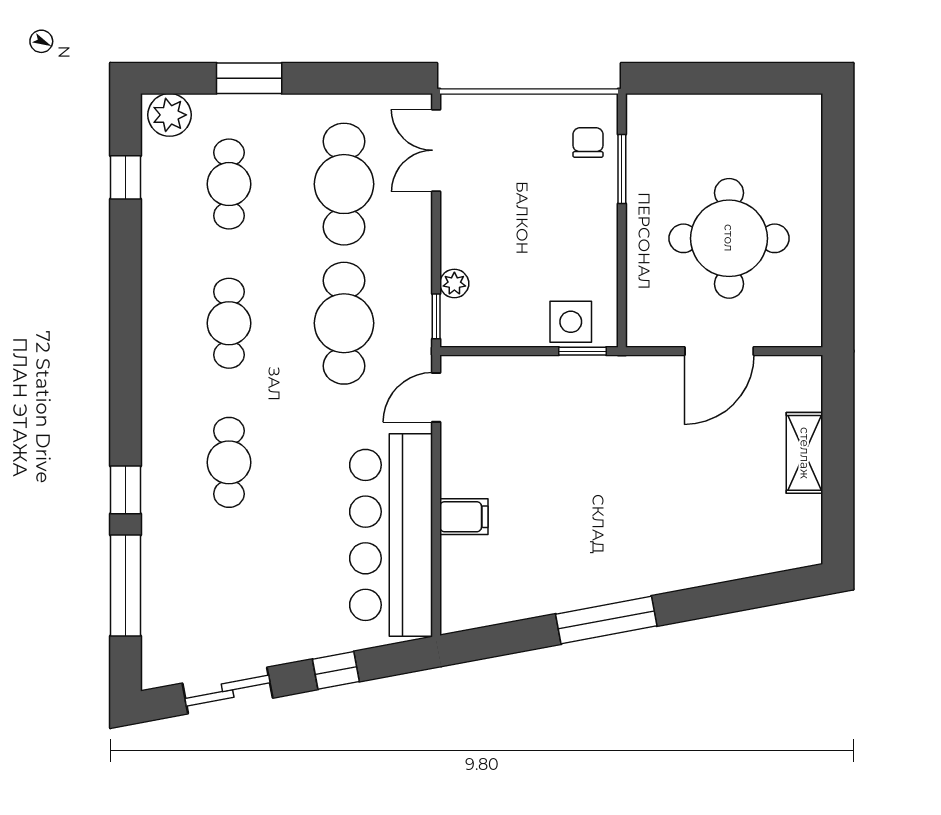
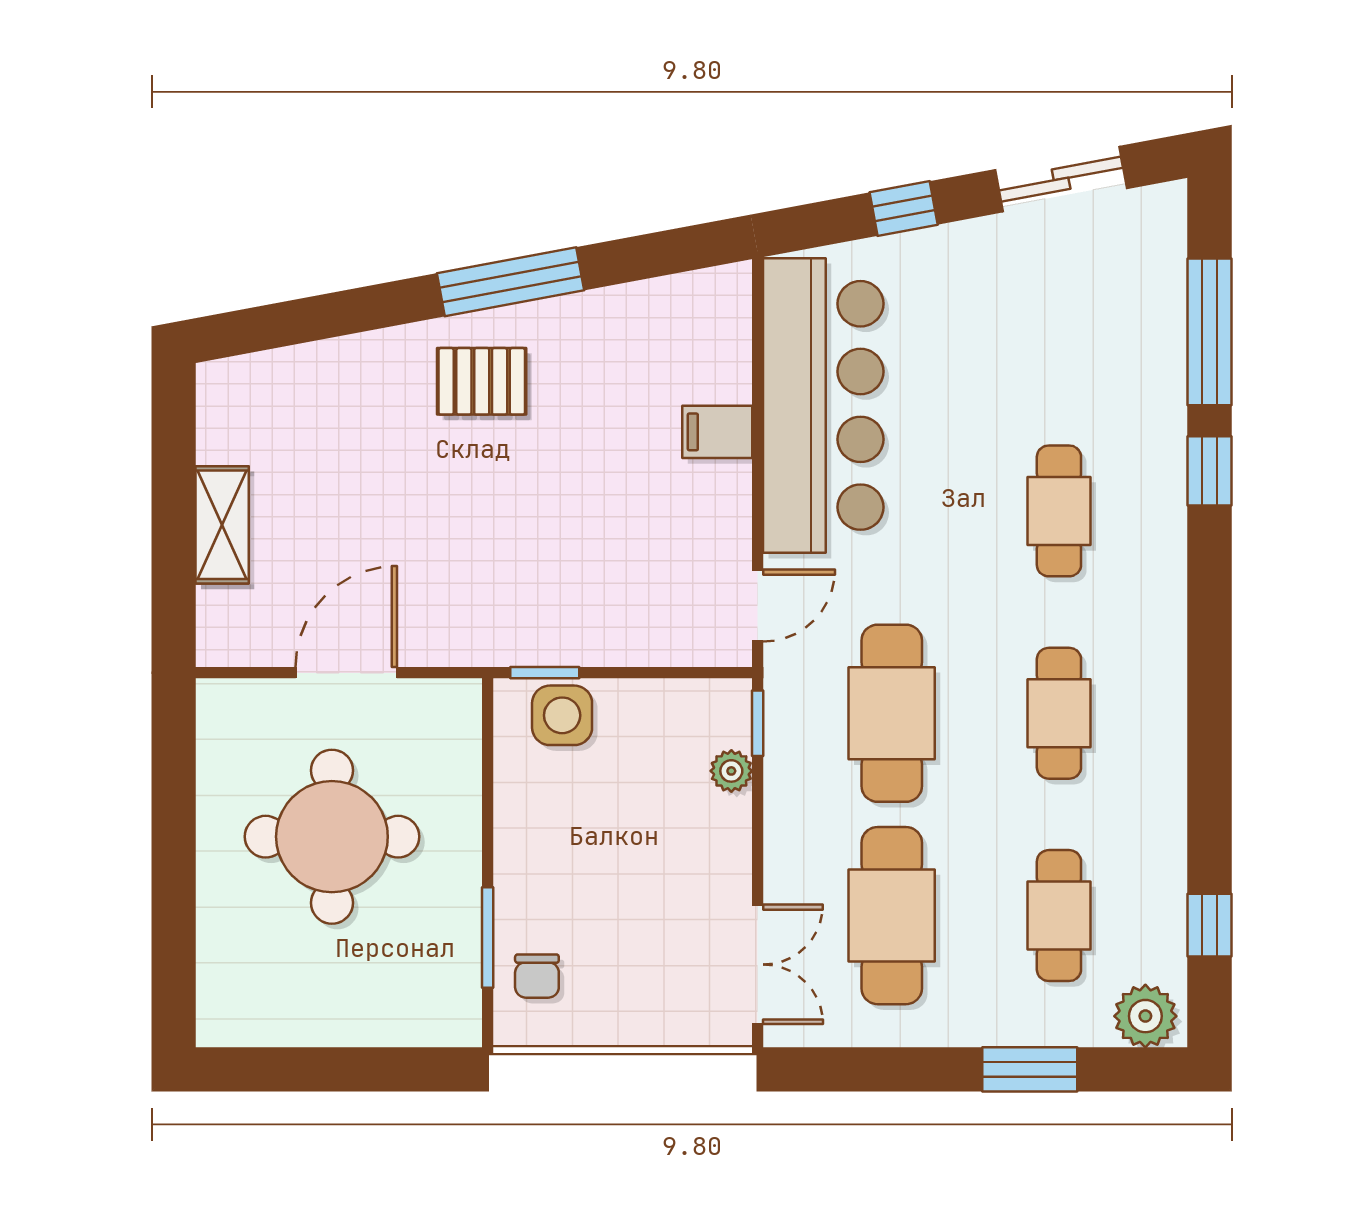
pallet: (626, 552) -> (482, 381), added

